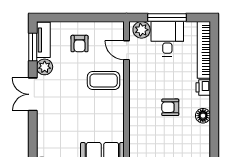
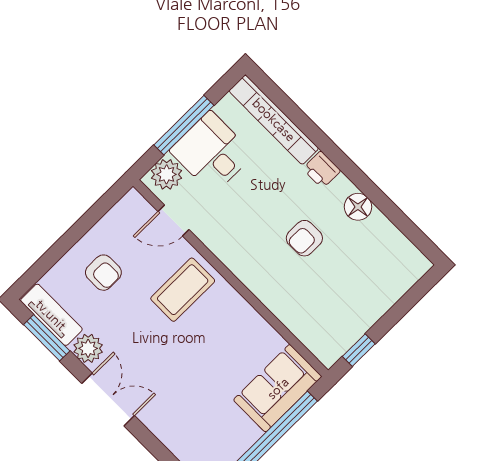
double door: (33, 94) -> (108, 400), swing flipped

